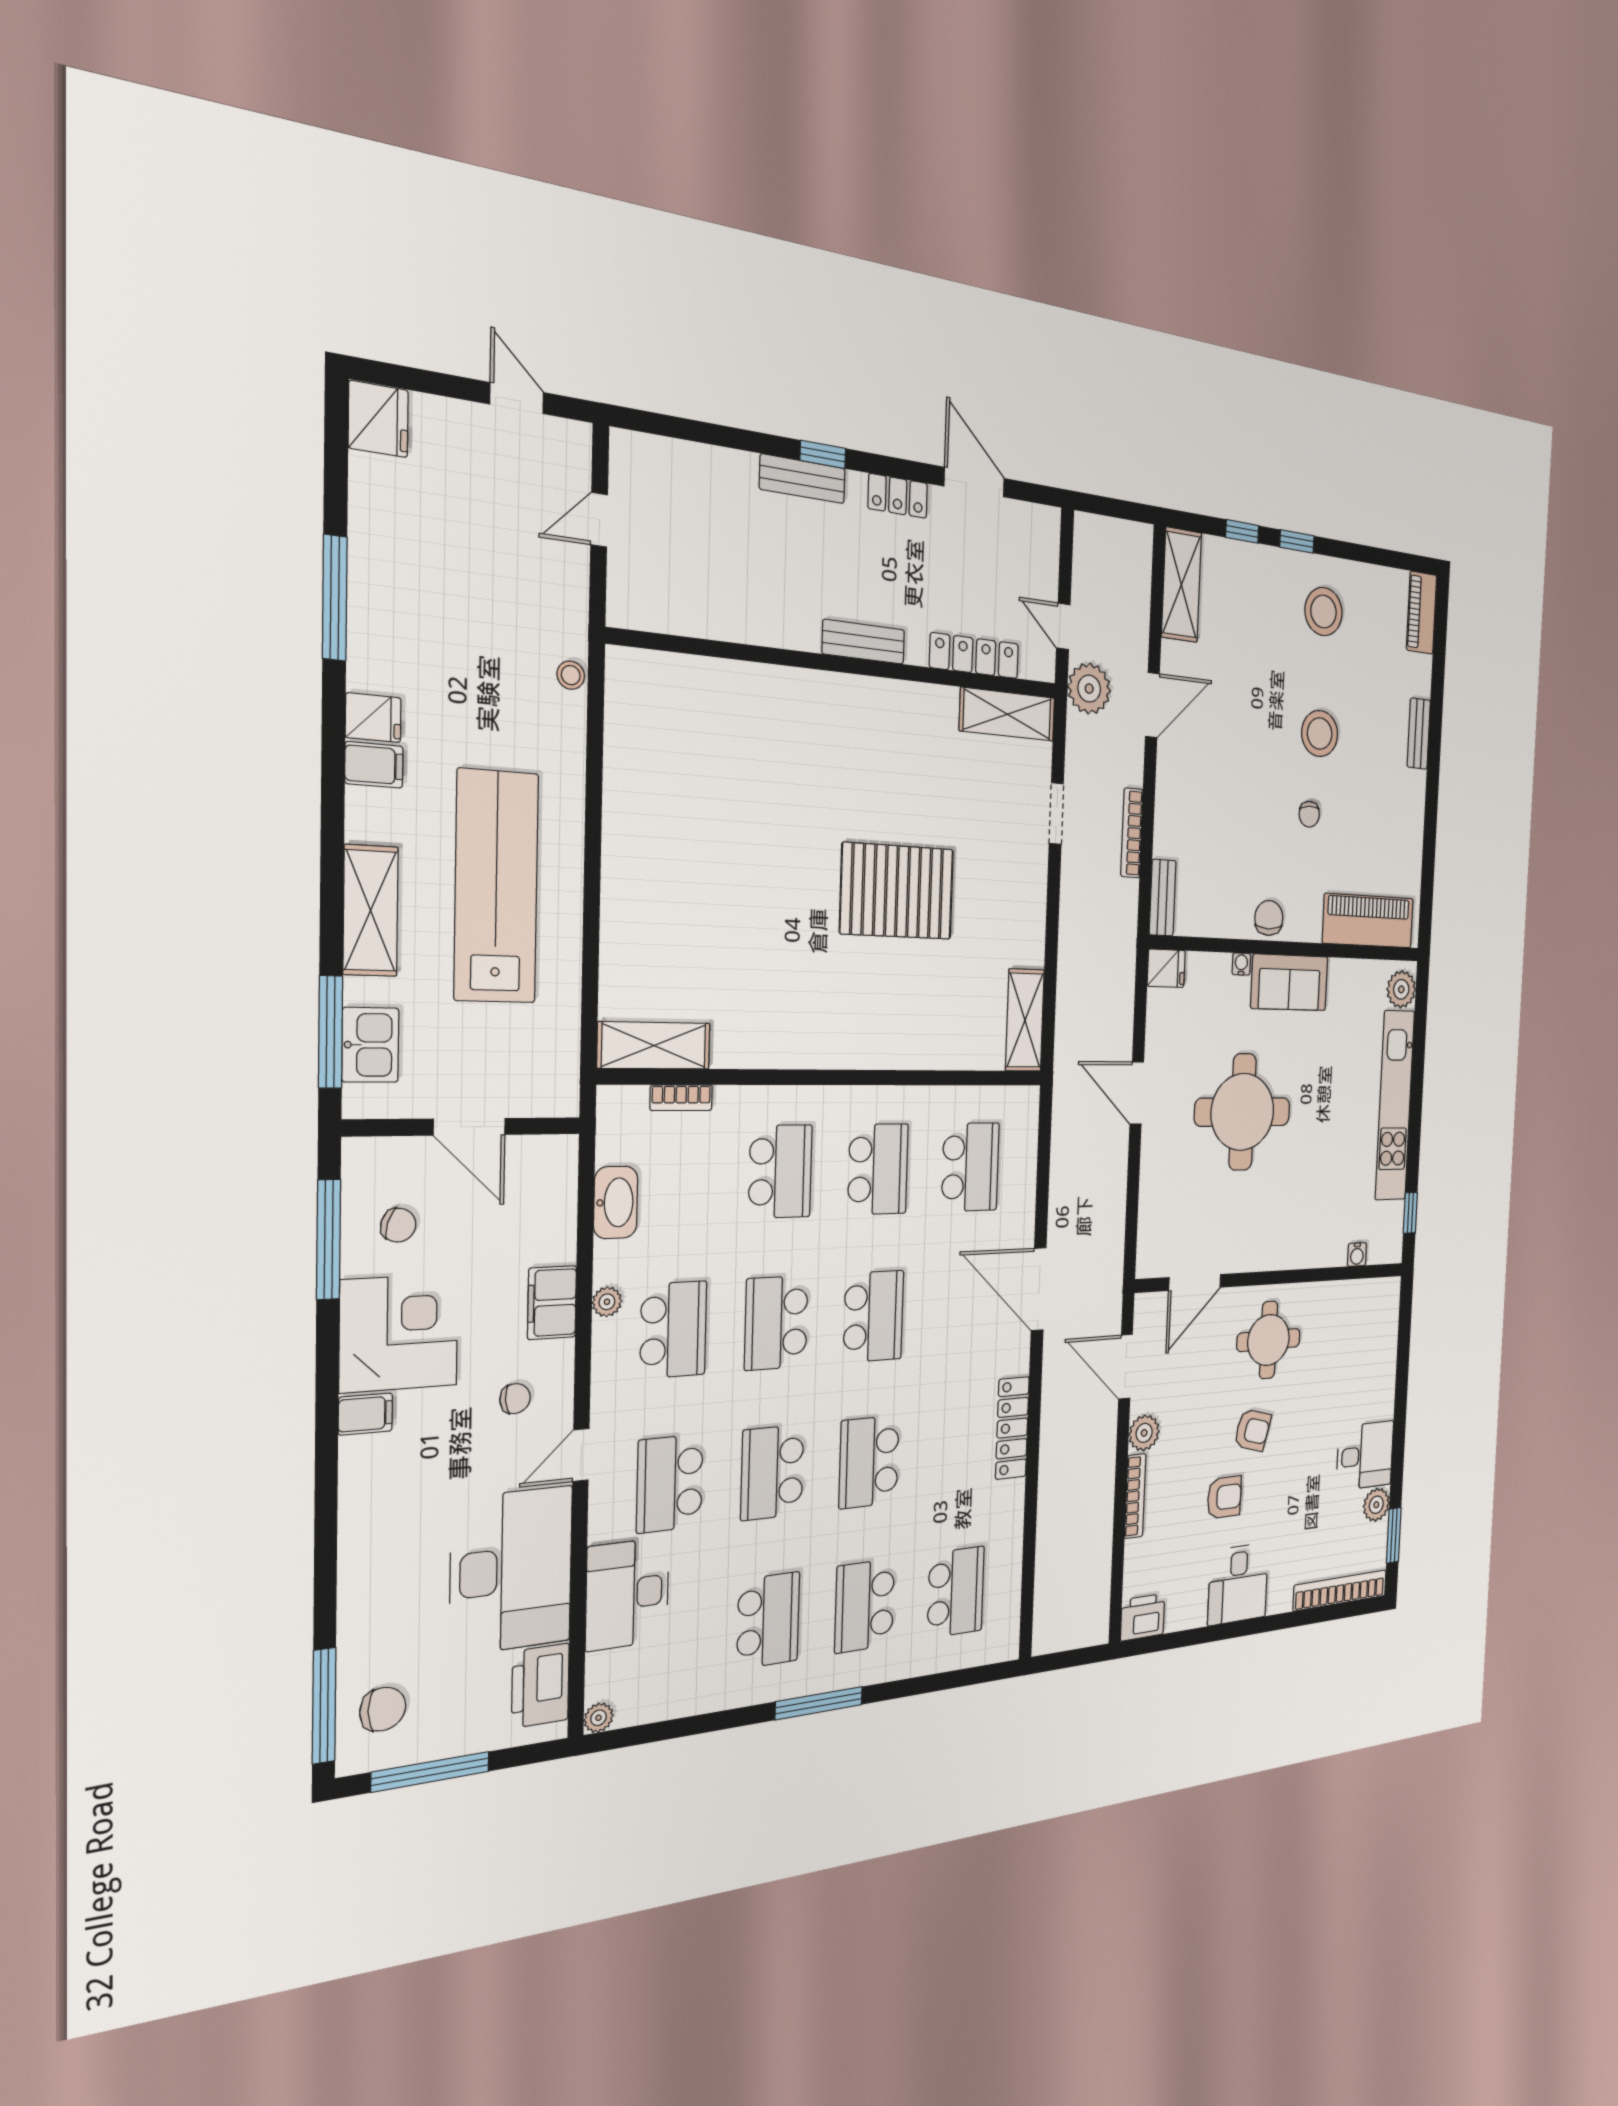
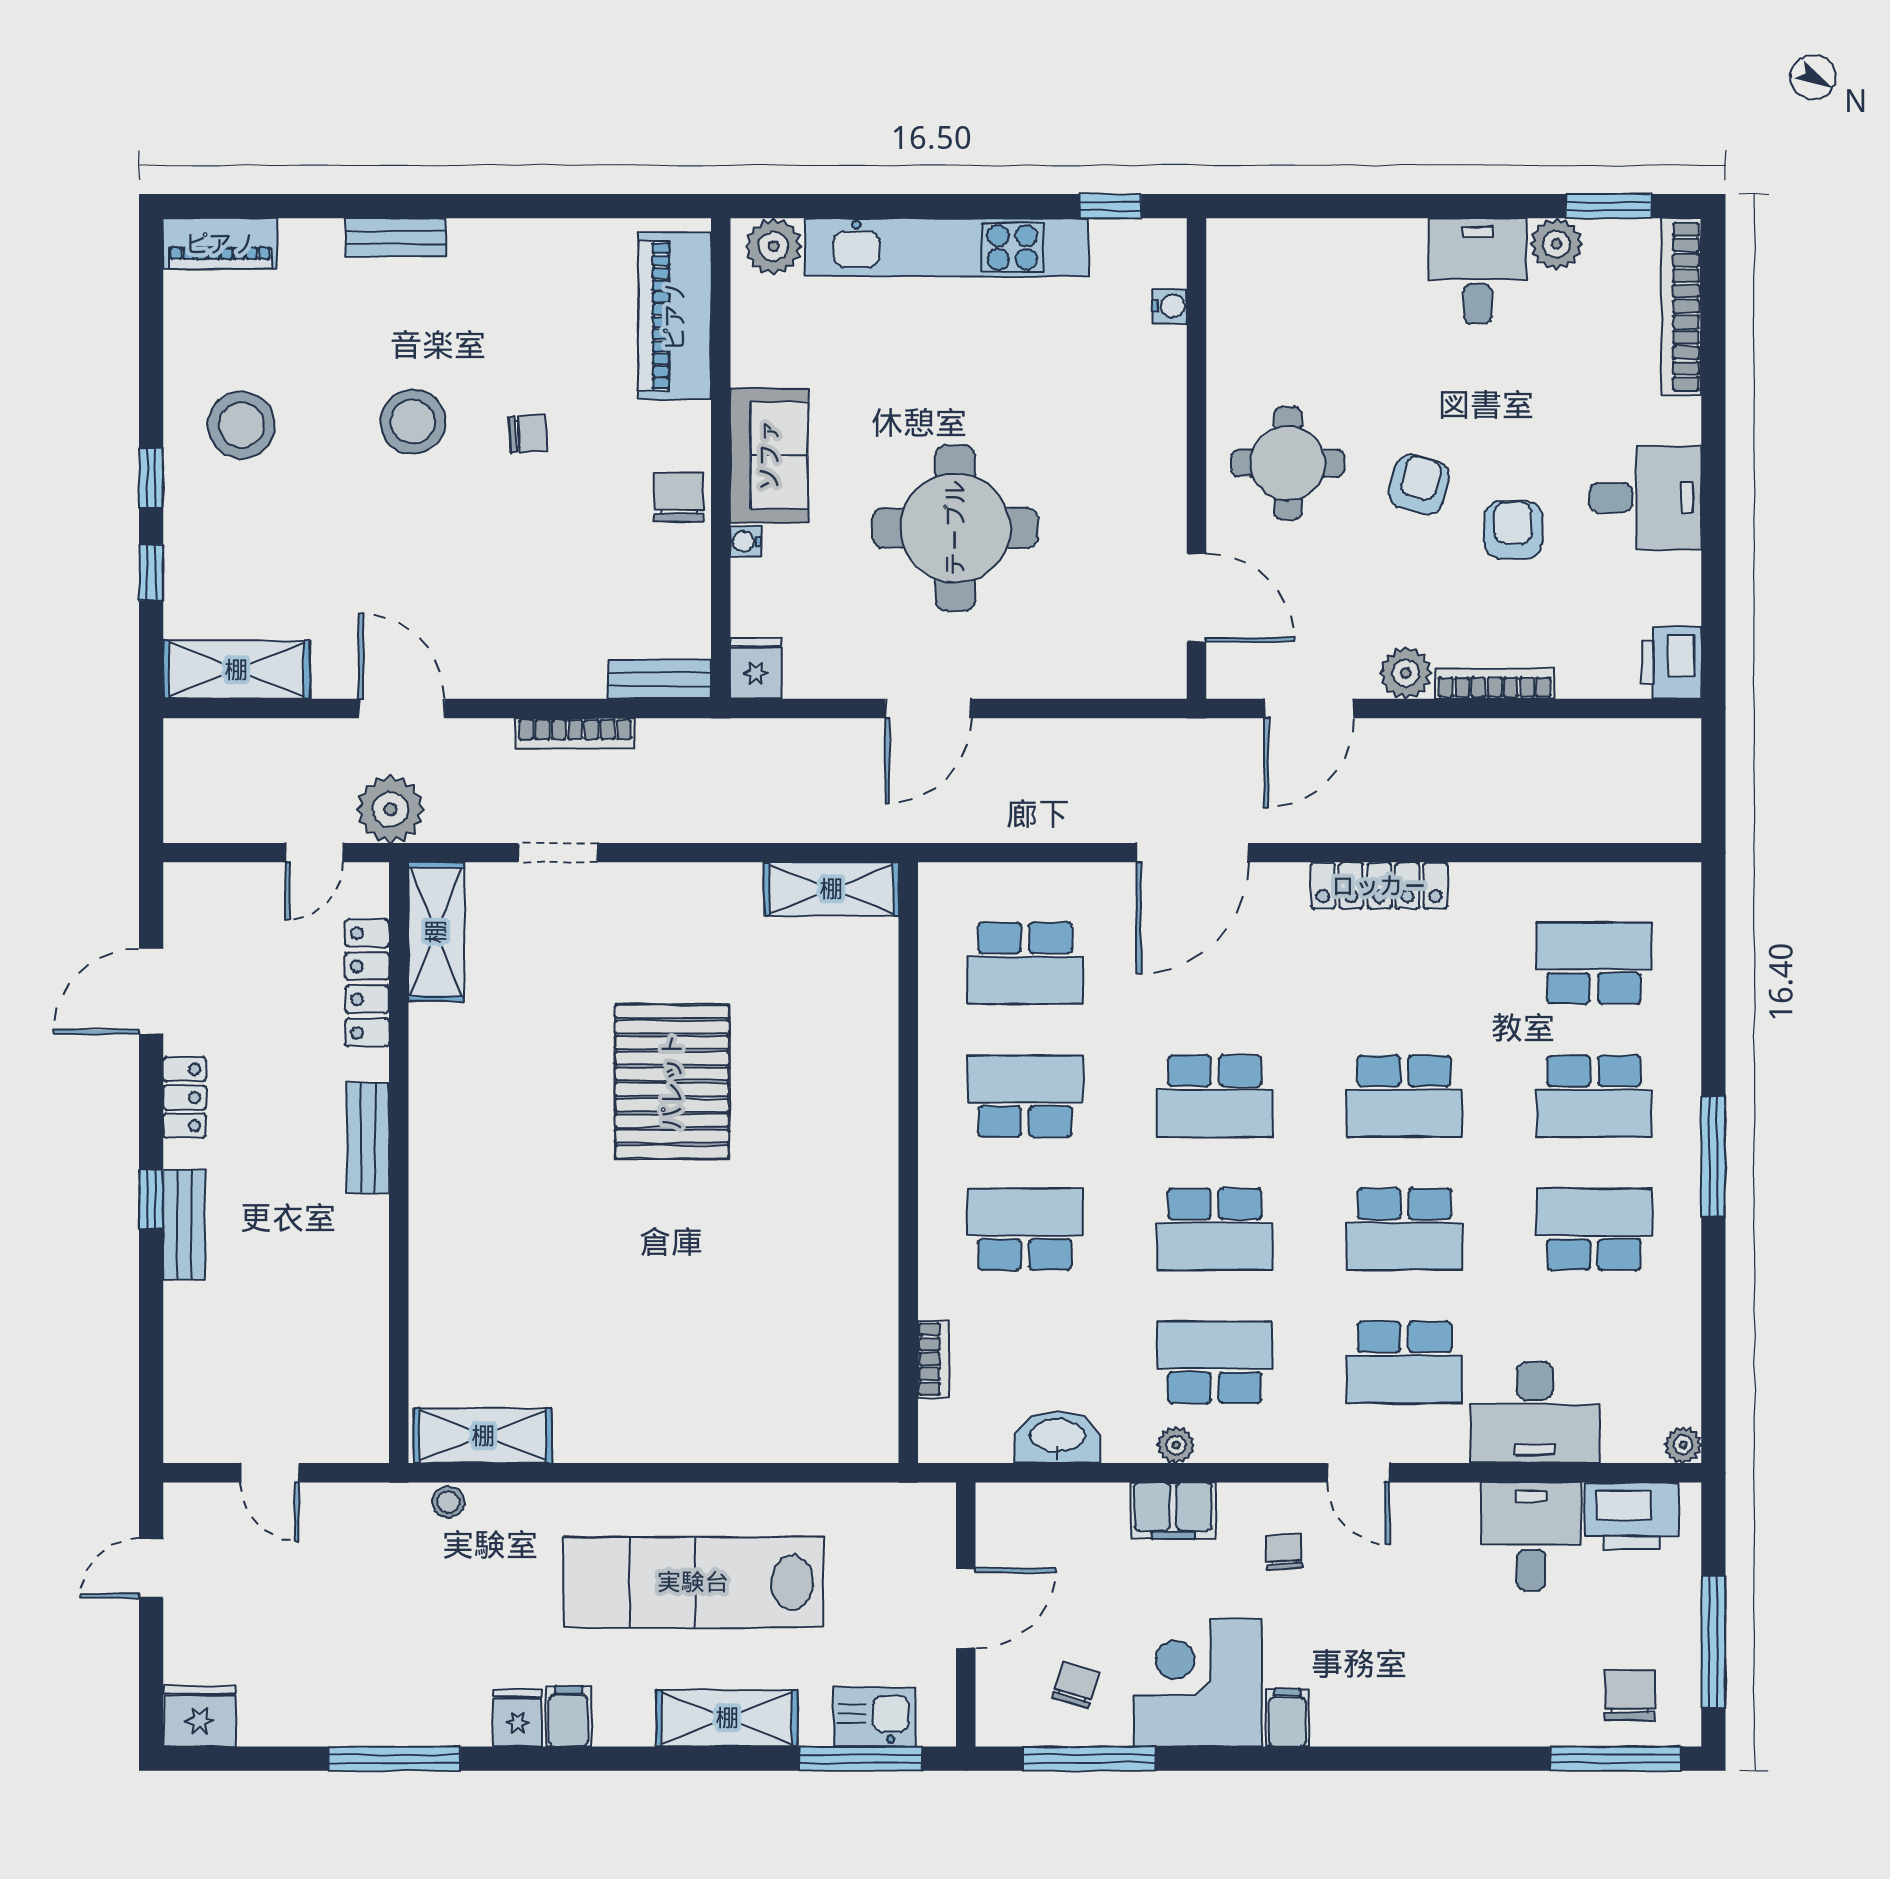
chair: (1269, 918) -> (679, 497), turned 90
shelving: (654, 1046) -> (483, 1436), moved, turned 90
school desk: (970, 1167) -> (1025, 963), turned 180
school desk: (873, 1316) -> (1215, 1096), turned 180
desk: (511, 1570) -> (1531, 1536), width x0.53, depth x0.77

